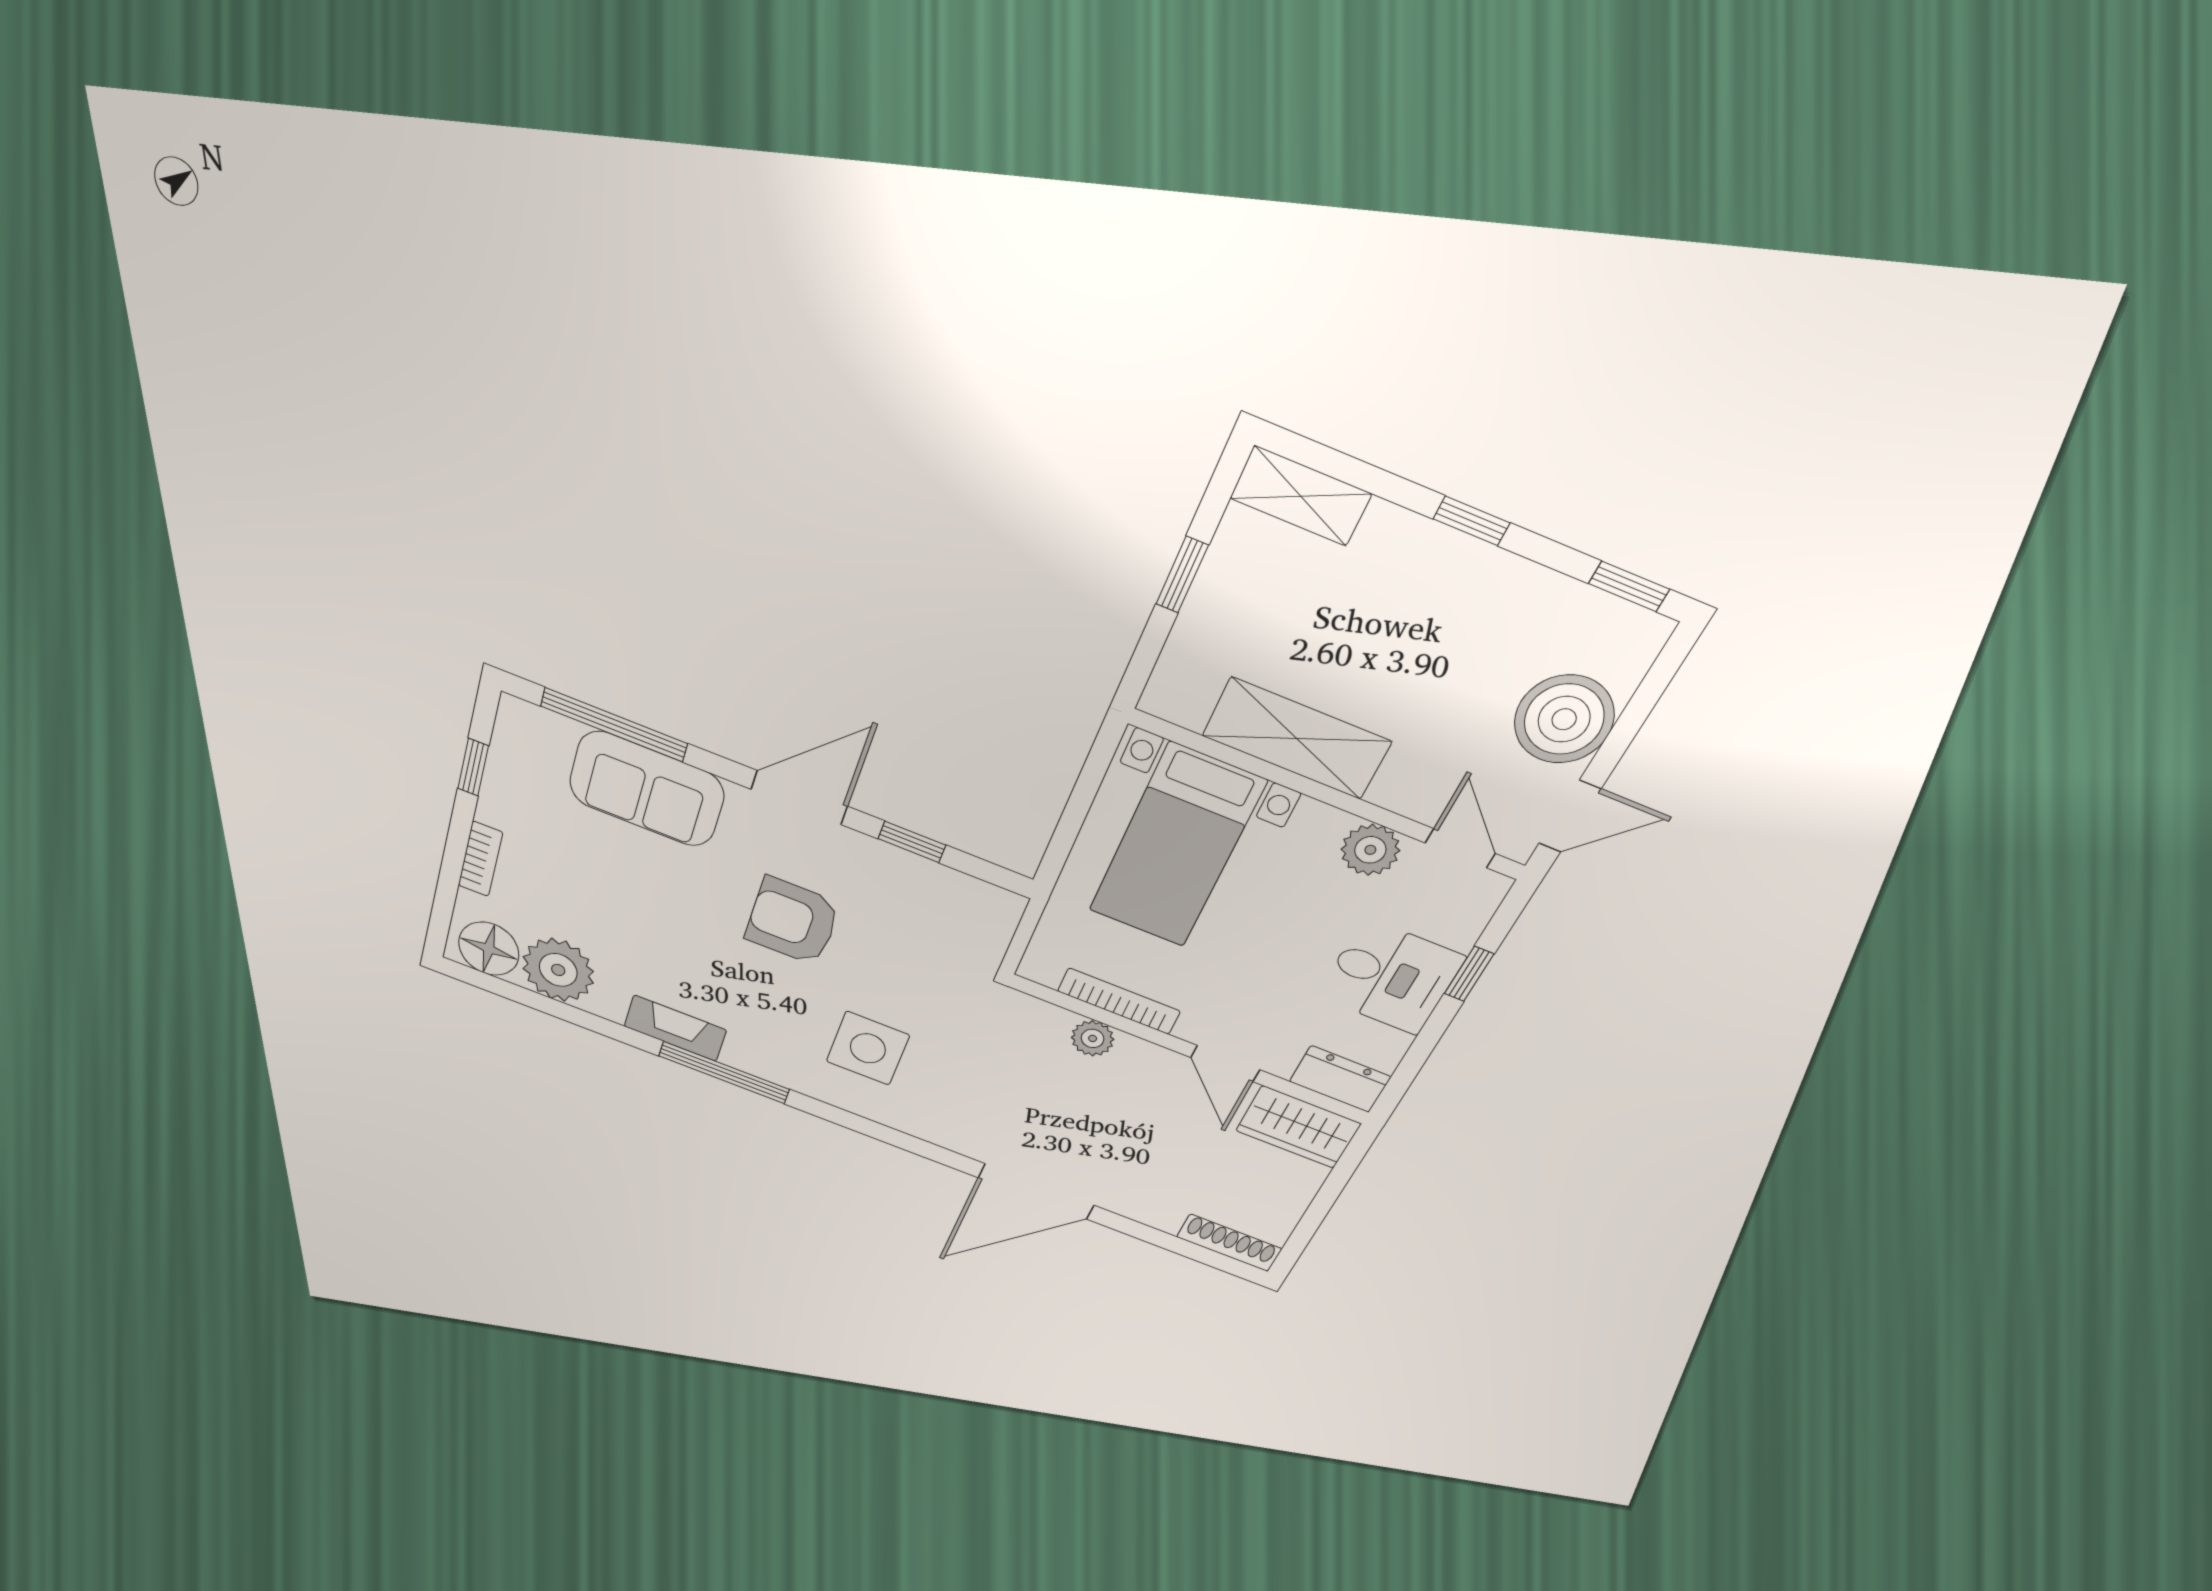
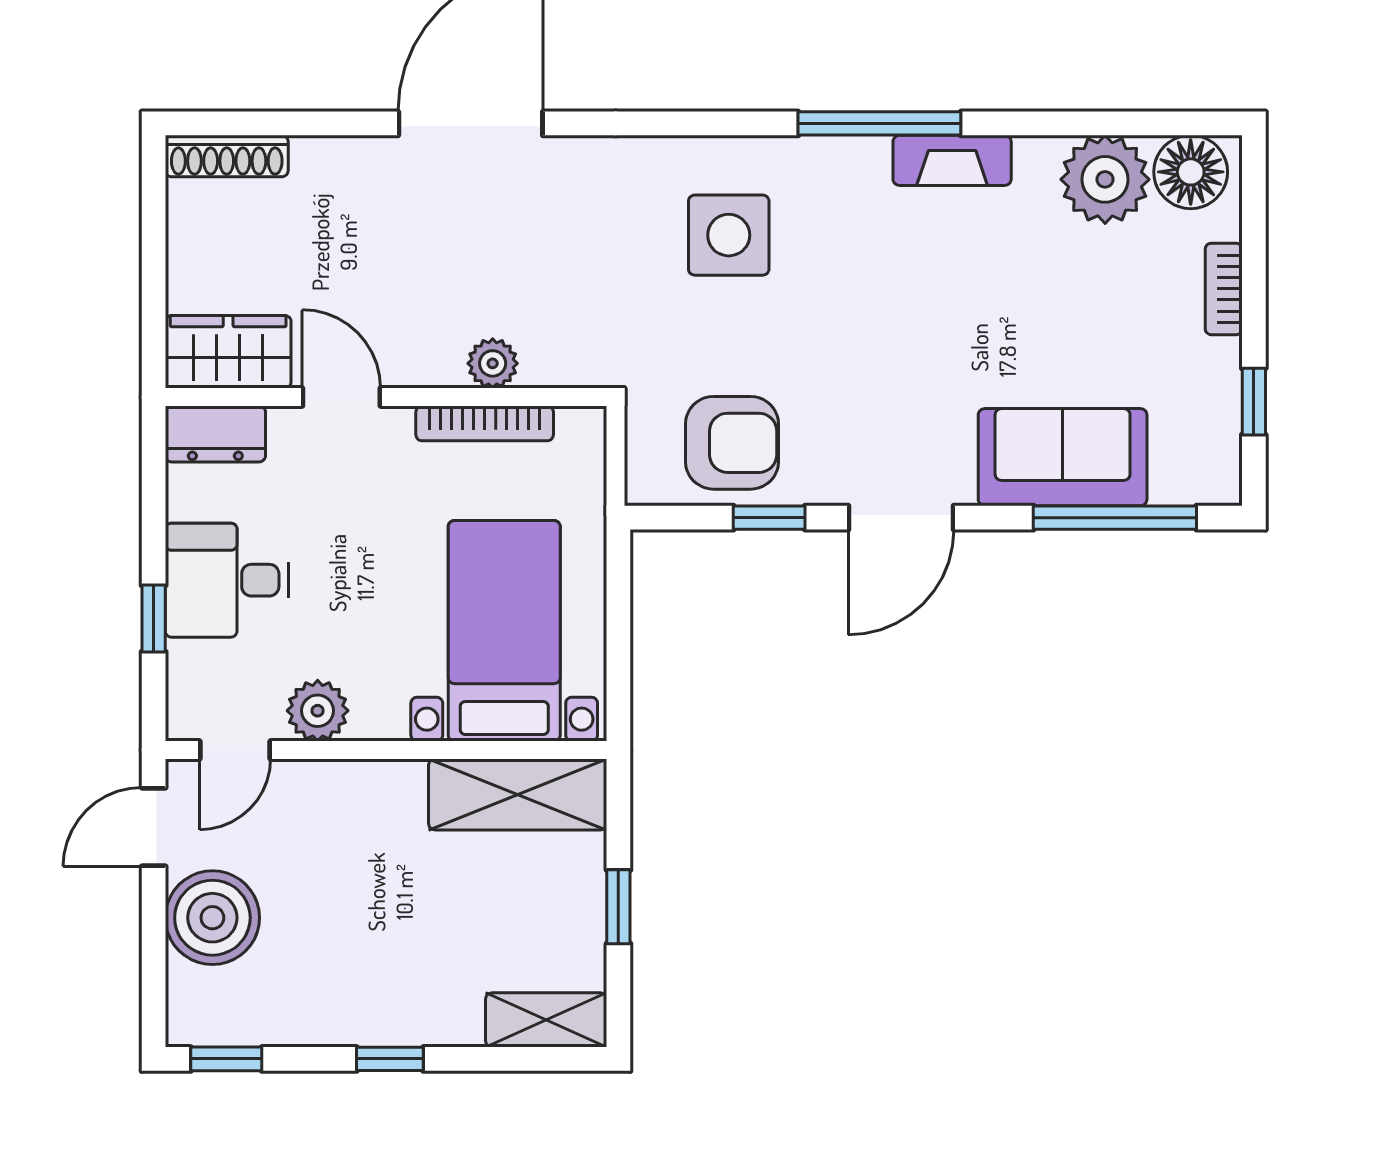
shelving: (1297, 739) -> (518, 794), moved
door: (1460, 848) -> (235, 750), hinge flipped
armchair: (793, 921) -> (732, 443), moved

